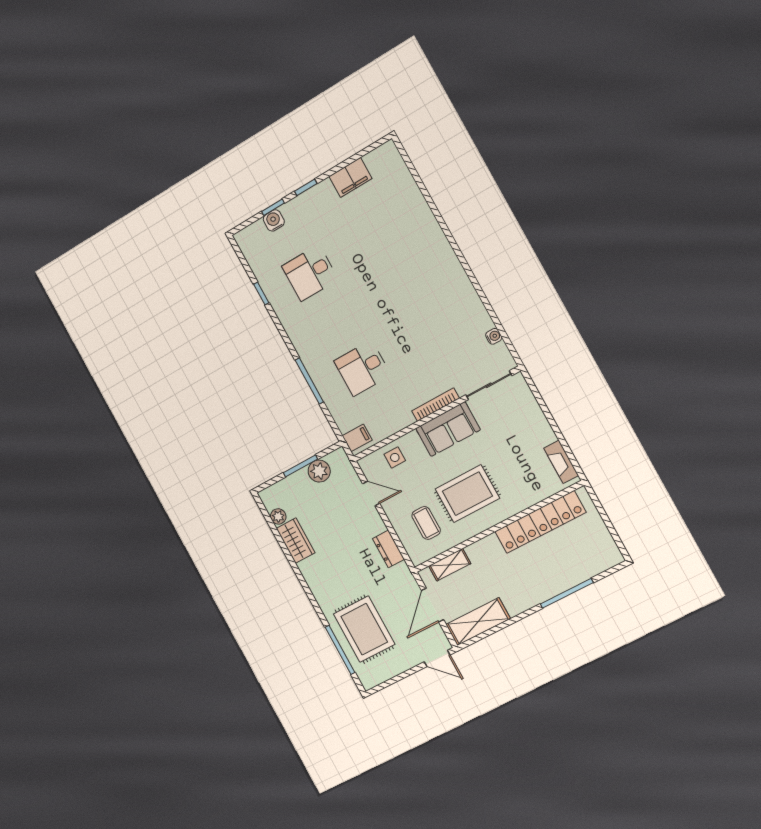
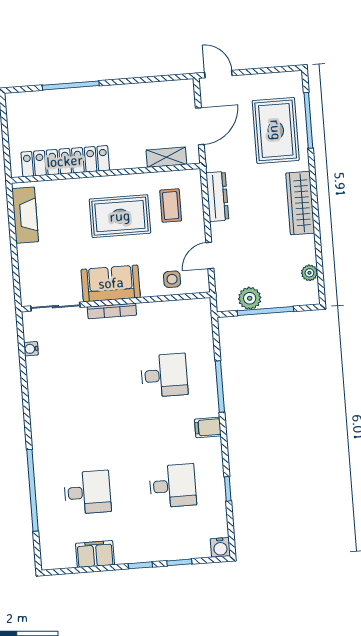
window: (433, 207) -> (33, 490), added
water cooler: (274, 220) -> (220, 547), moved
desk: (383, 230) -> (87, 492), added
filing cabinet: (357, 438) -> (208, 427), moved
fireplace: (561, 462) -> (25, 215), width x1.37, depth x1.32
window: (300, 466) -> (265, 311), width x1.44
door: (371, 494) -> (210, 255), hinge flipped
wardrobe: (296, 541) -> (300, 203), moved, width x1.50
dresser: (388, 549) -> (217, 196), width x1.44
shelving: (478, 622) -> (164, 93), removed

